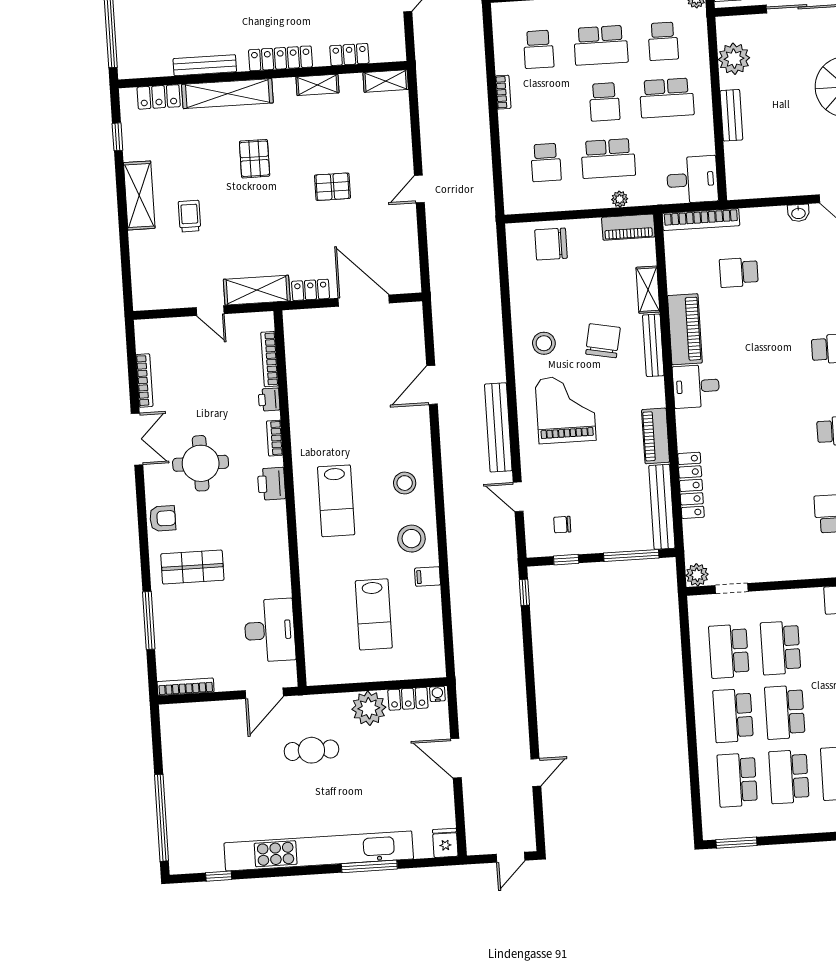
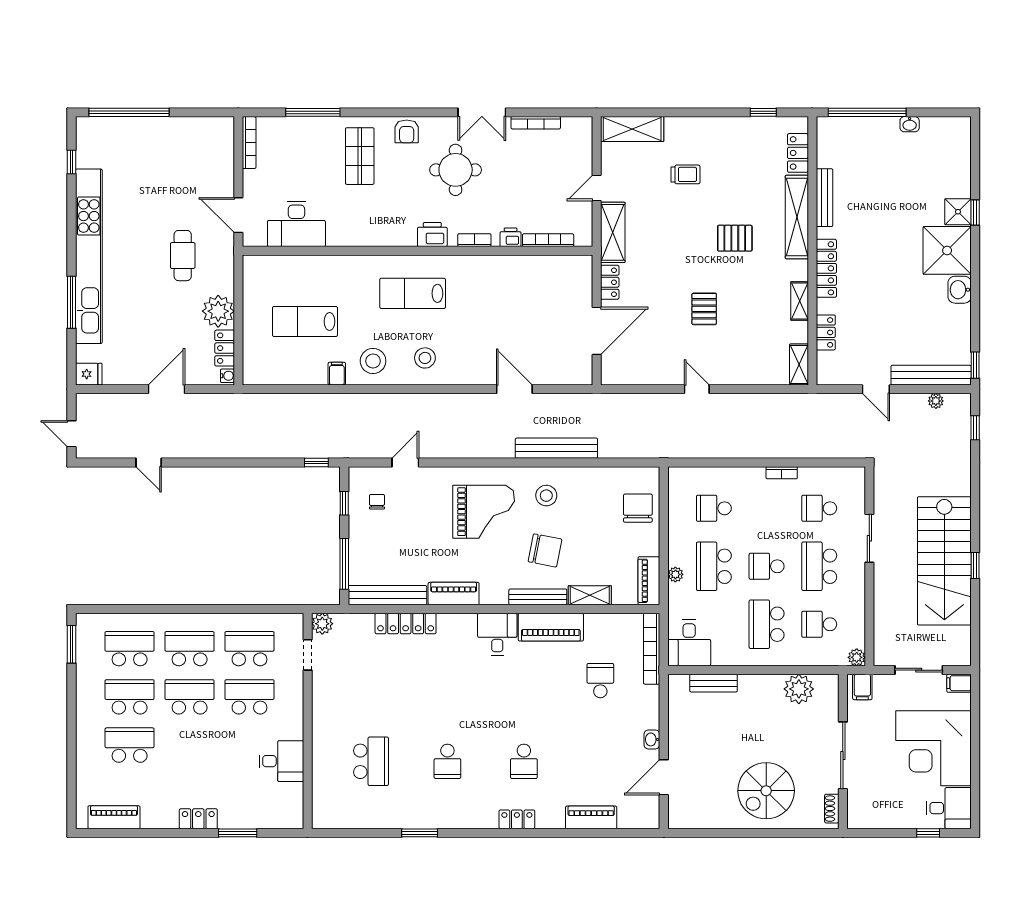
bench: (731, 115) -> (714, 683), moved
shelving: (139, 195) -> (632, 129), moved
bench: (498, 427) -> (556, 448), moved

